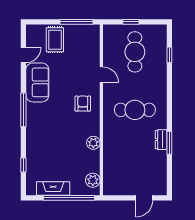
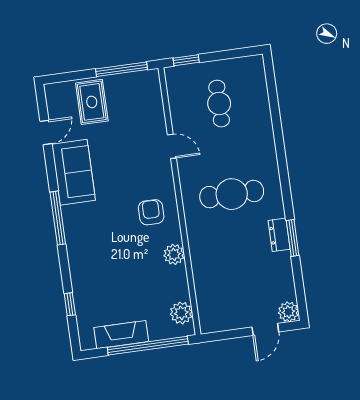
window: (131, 22) -> (186, 60), moved
cafe table: (135, 52) -> (219, 104), width x0.73, depth x0.74
window: (169, 55) -> (274, 101), removed
armchair: (83, 104) -> (151, 212), moved
plant: (160, 189) -> (288, 312), added

